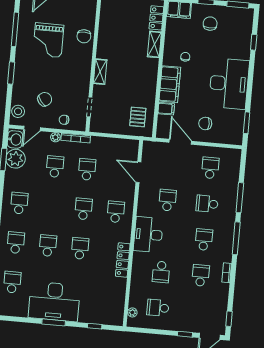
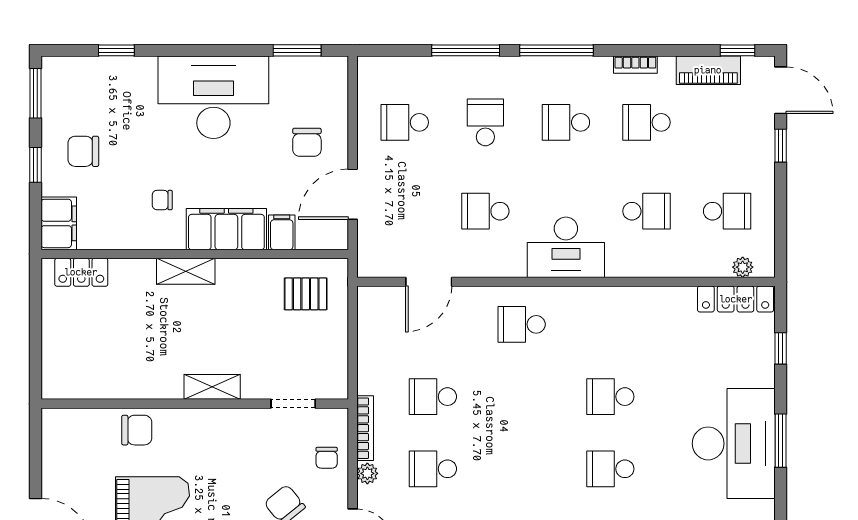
shelving: (154, 44) -> (186, 271), moved
school desk: (207, 204) -> (485, 122), turned 180
school desk: (84, 209) -> (522, 397), removed
locker: (123, 260) -> (736, 299), moved
piano: (221, 305) -> (708, 70), added
school desk: (158, 308) -> (727, 211), turned -90

